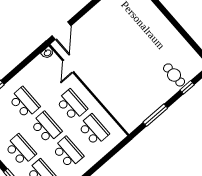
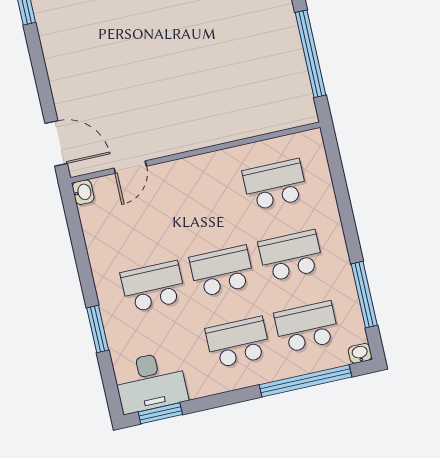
door: (68, 66) -> (130, 167), hinge flipped
school desk: (72, 105) -> (206, 200), removed
window: (155, 115) -> (310, 54), width x1.46

